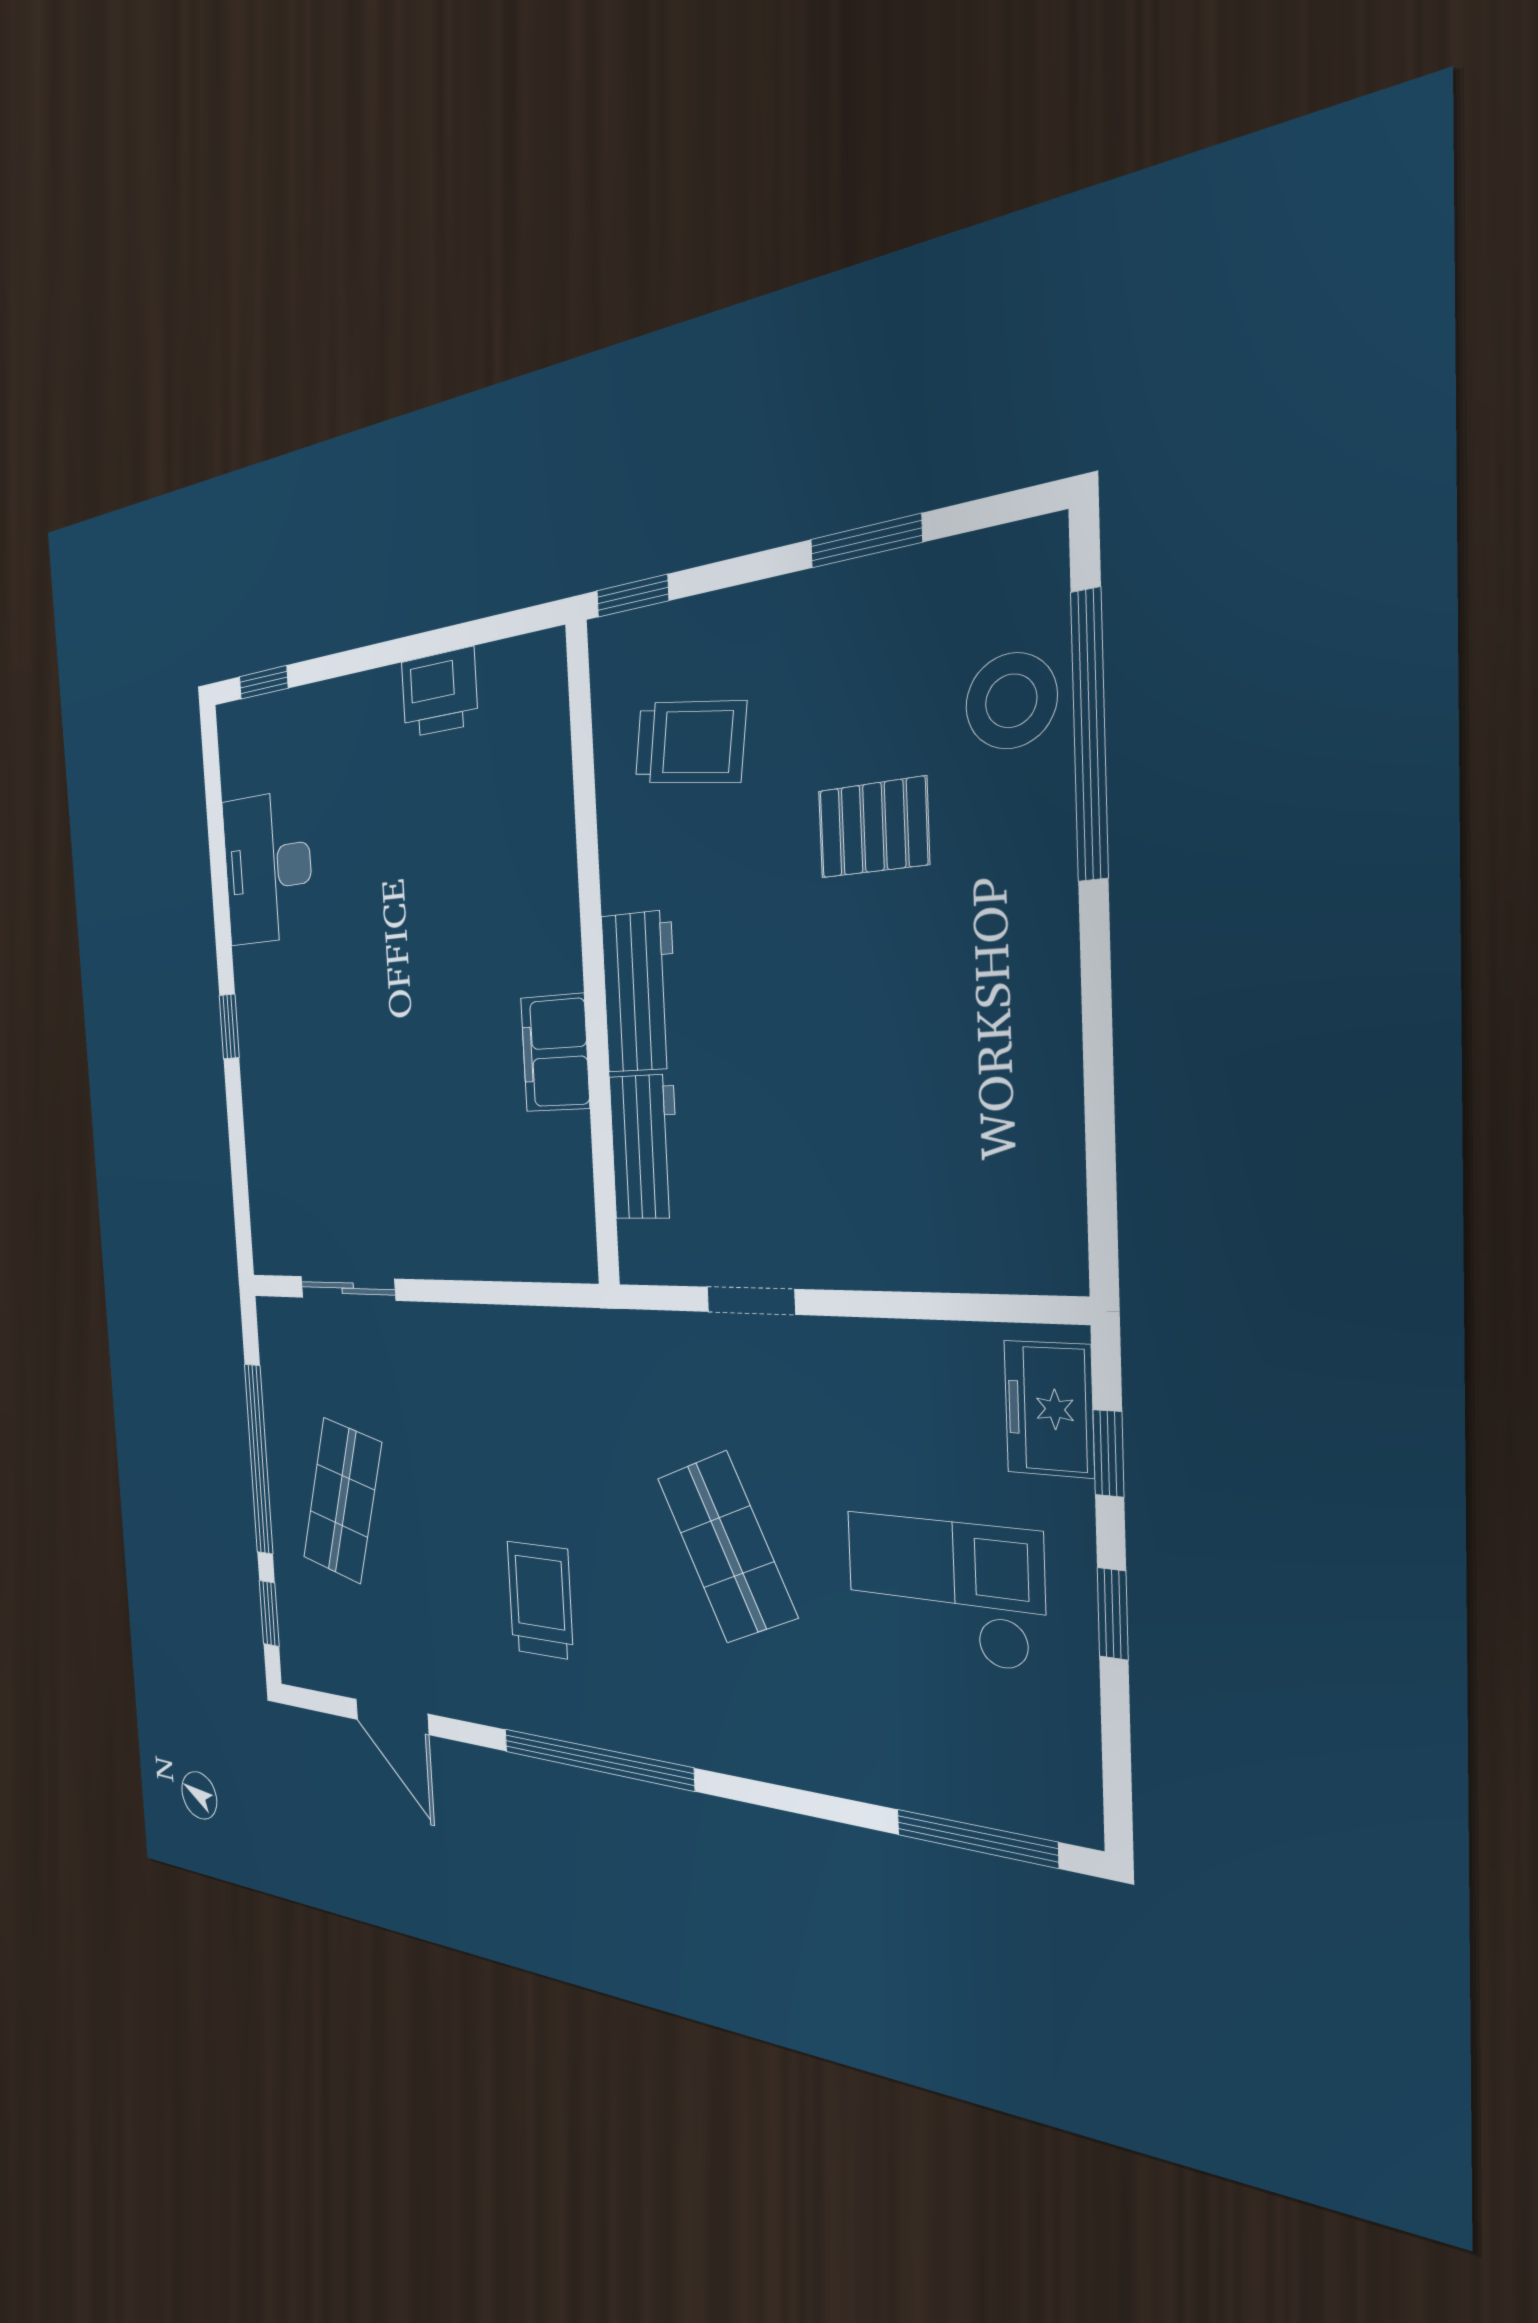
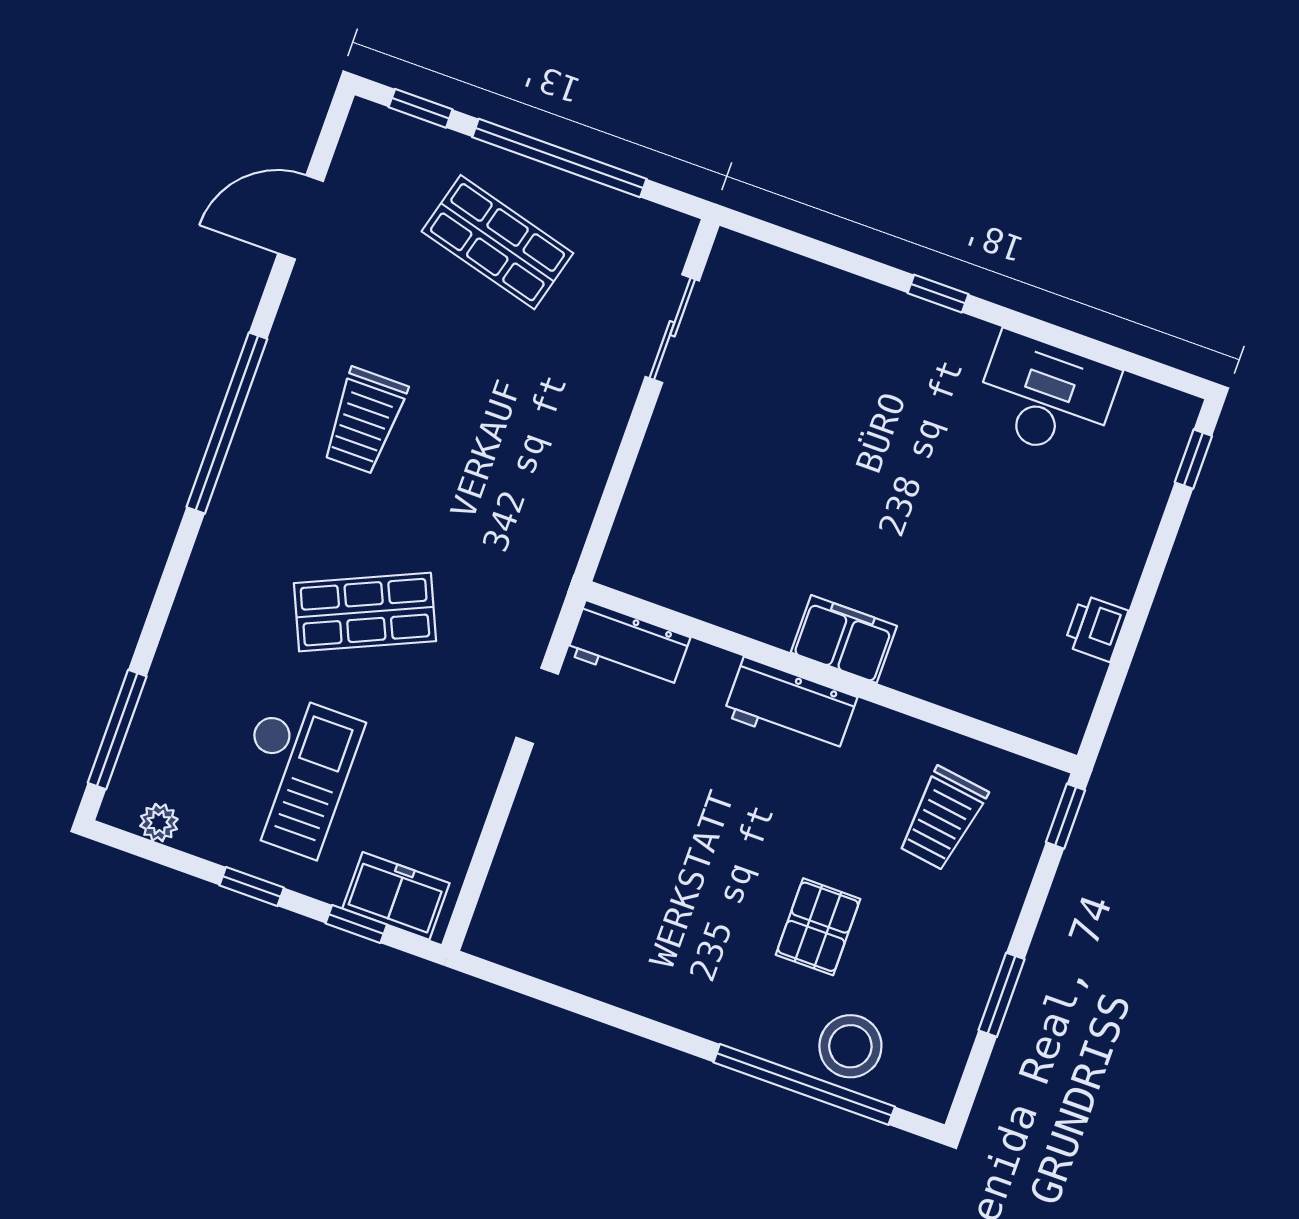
printer: (439, 693) -> (1096, 628), width x0.73, depth x0.81
filing cabinet: (555, 1053) -> (844, 639), moved
workbench: (644, 1147) -> (628, 646), moved
trolley: (540, 1600) -> (364, 421), turned 90
plant: (1075, 1761) -> (159, 823), added

